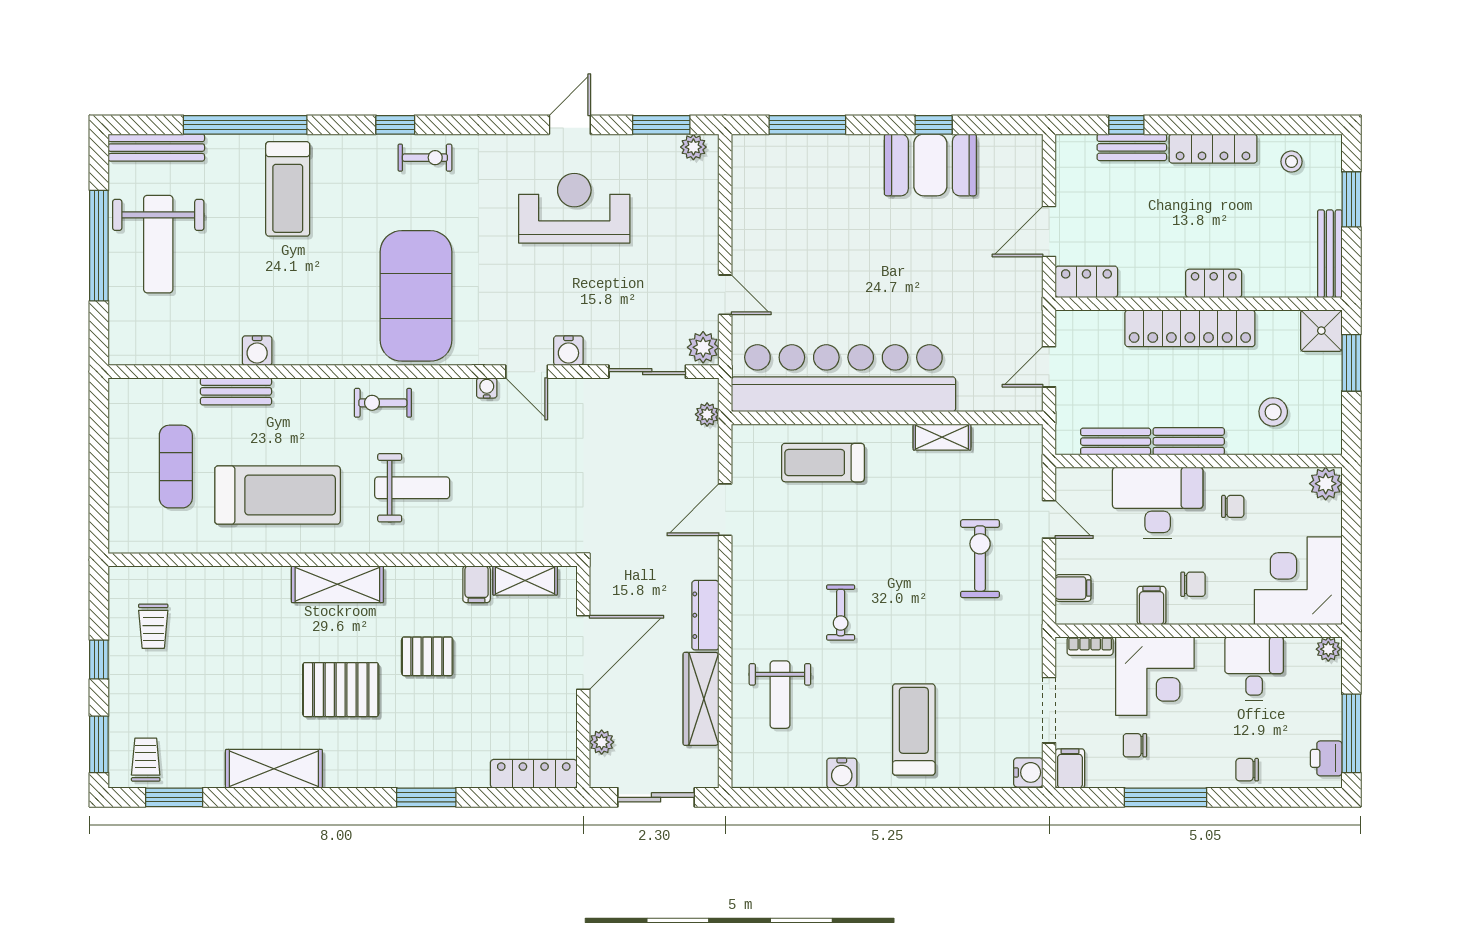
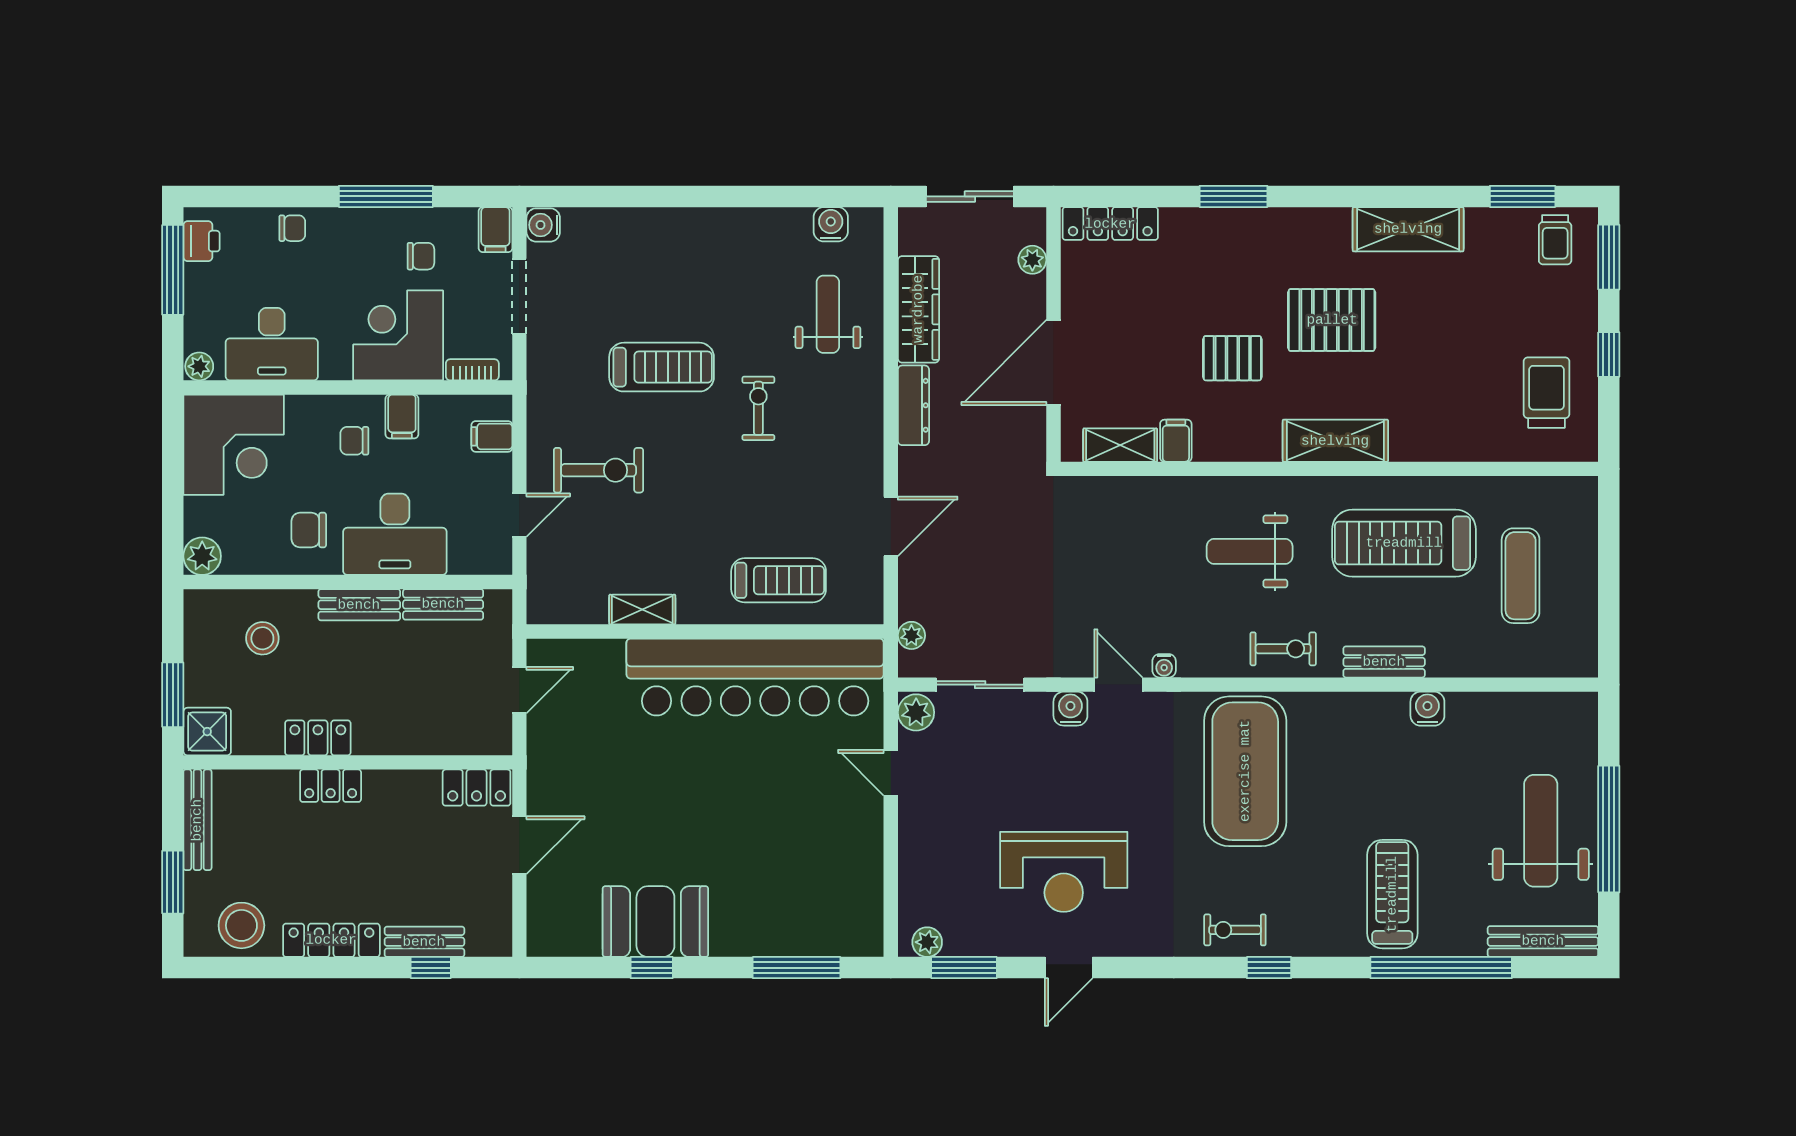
stool: (1291, 162) -> (241, 925), width x1.89, depth x1.89
locker: (1190, 328) -> (318, 738), width x0.46, depth x0.83
bench: (236, 391) -> (1384, 662), moved
chair: (1233, 506) -> (309, 530), width x1.37, depth x1.37
door: (1049, 519) -> (519, 515), swing flipped
exercise bike: (980, 559) -> (599, 470), turned -90
trolley: (153, 626) -> (1547, 393), width x1.36, depth x1.39
desk: (1254, 669) -> (272, 344), width x1.37
treadmill: (914, 730) -> (662, 367), moved, turned -90
water cooler: (842, 773) -> (831, 224), moved

